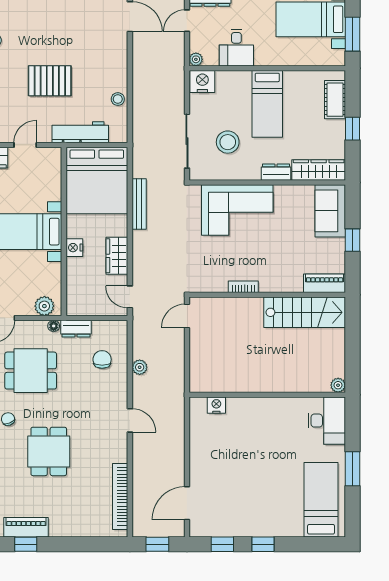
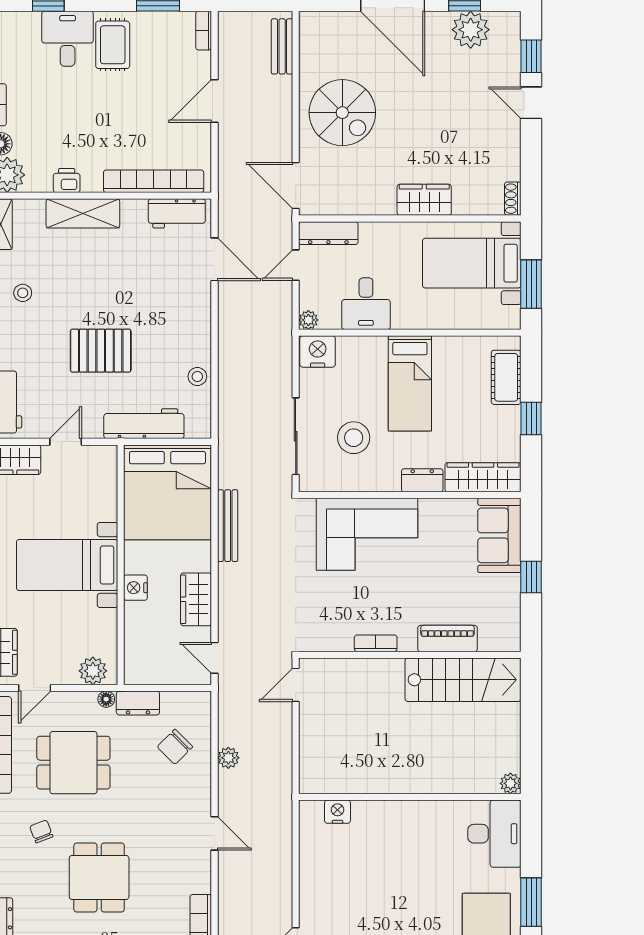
piano: (325, 283) -> (448, 638), moved
chair: (102, 359) -> (175, 747), turned -135

